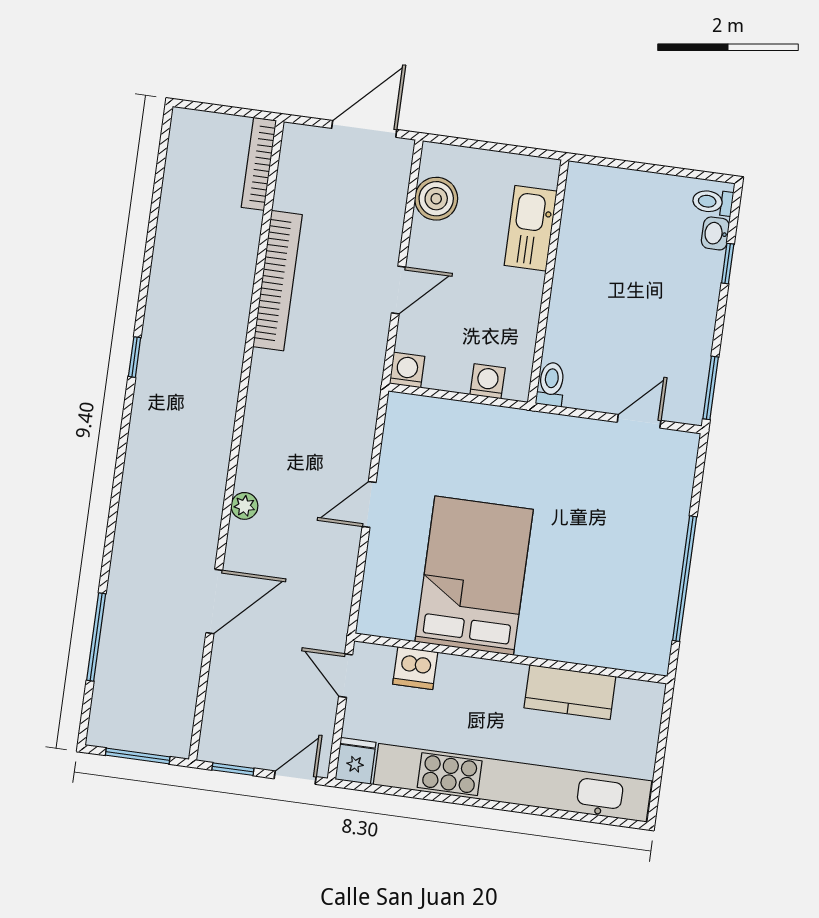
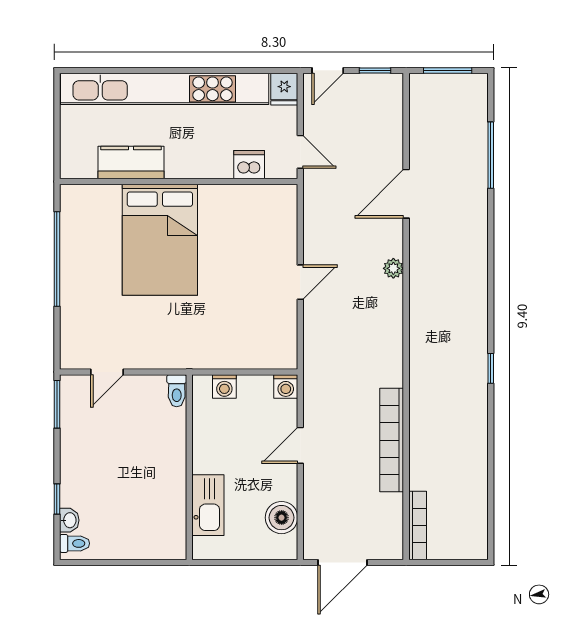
bed: (474, 576) -> (160, 240), moved

